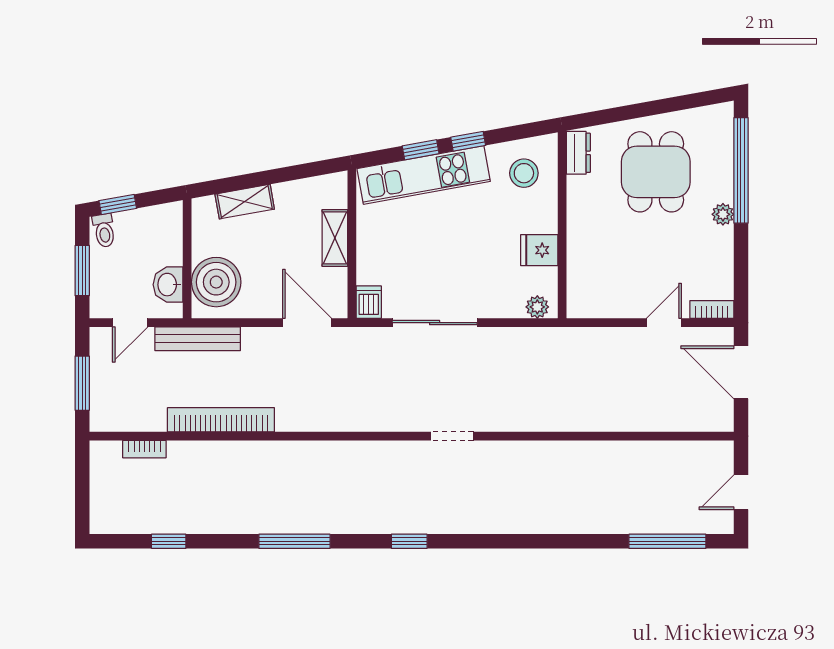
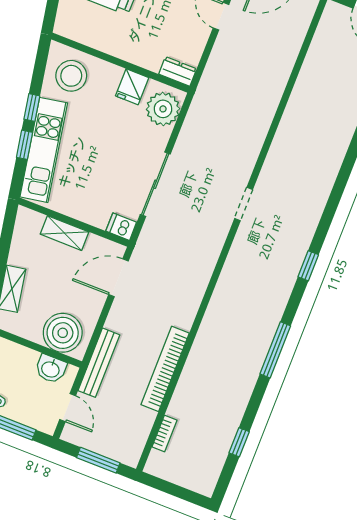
dresser: (578, 153) -> (178, 71), moved
stool: (524, 173) -> (71, 76), width x1.38, depth x1.38
plant: (537, 307) -> (163, 109), width x1.88, depth x1.88

